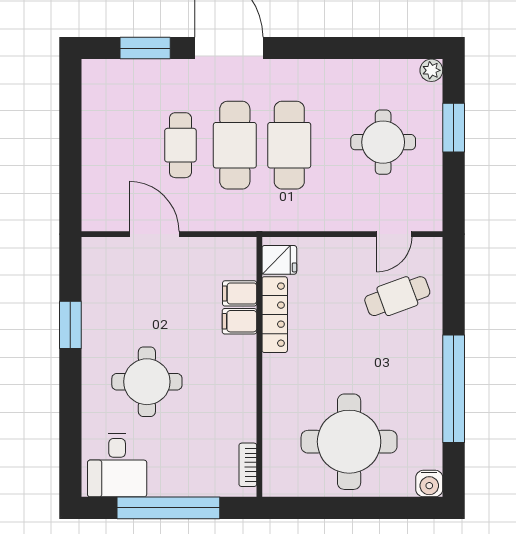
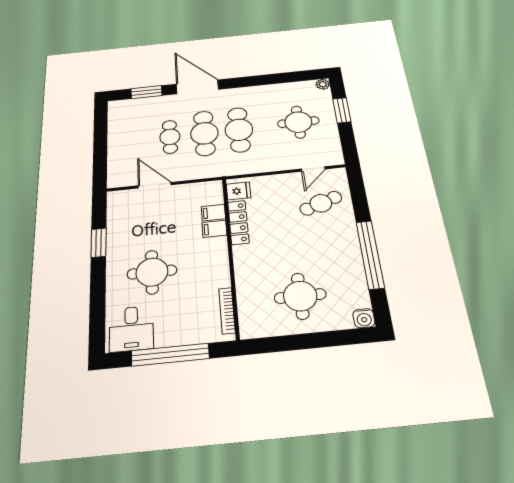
round table: (349, 442) -> (300, 296), width x0.73, depth x0.73
bookcase: (248, 465) -> (227, 311), width x1.56

